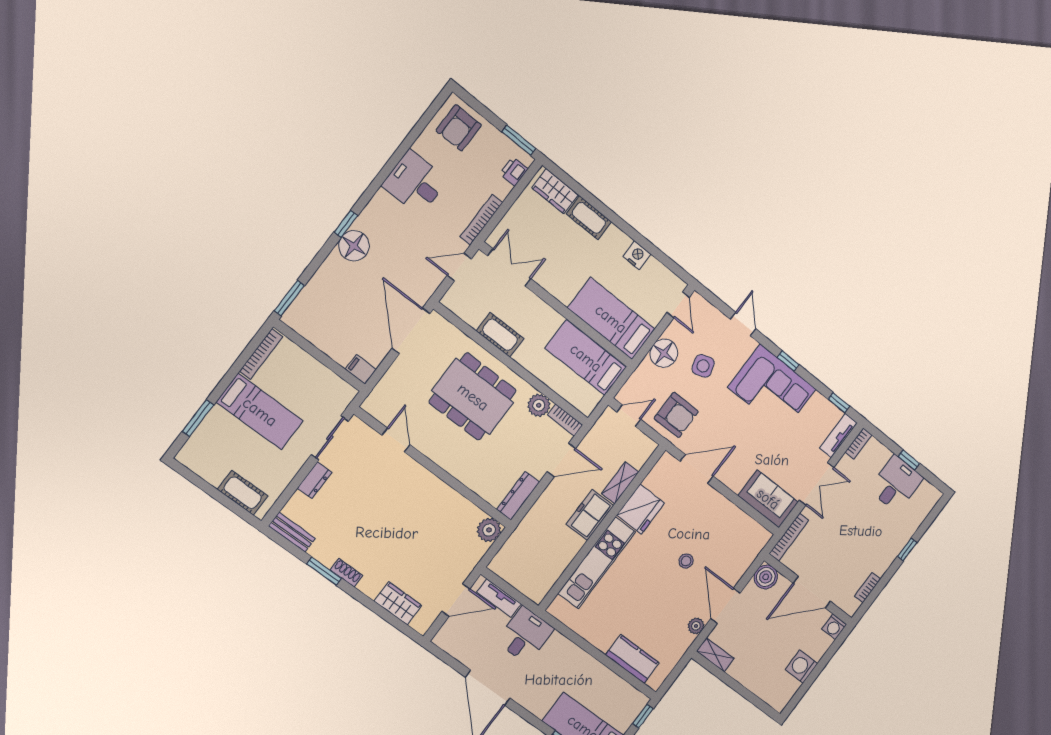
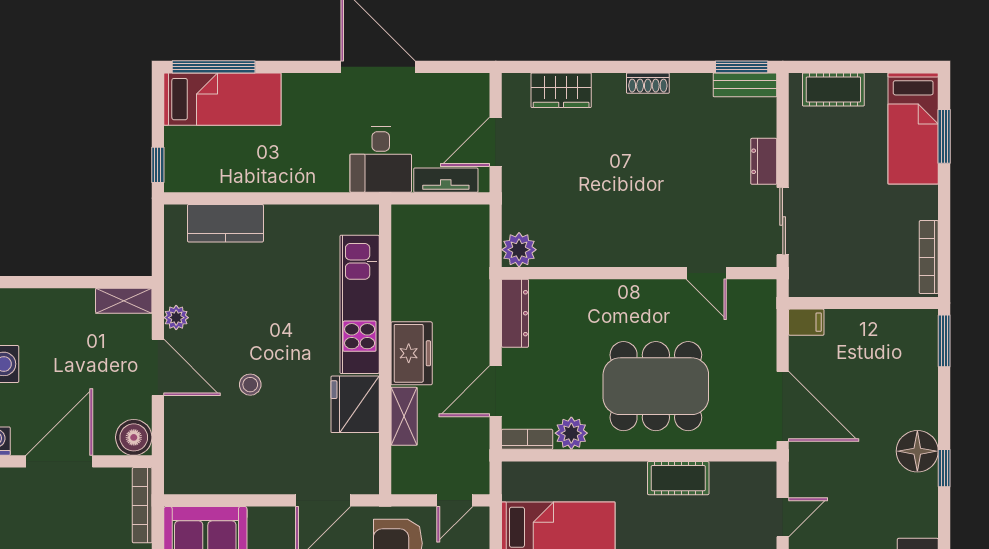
bed: (260, 412) -> (913, 128), moved, turned -90
window: (324, 571) -> (742, 67), moved

